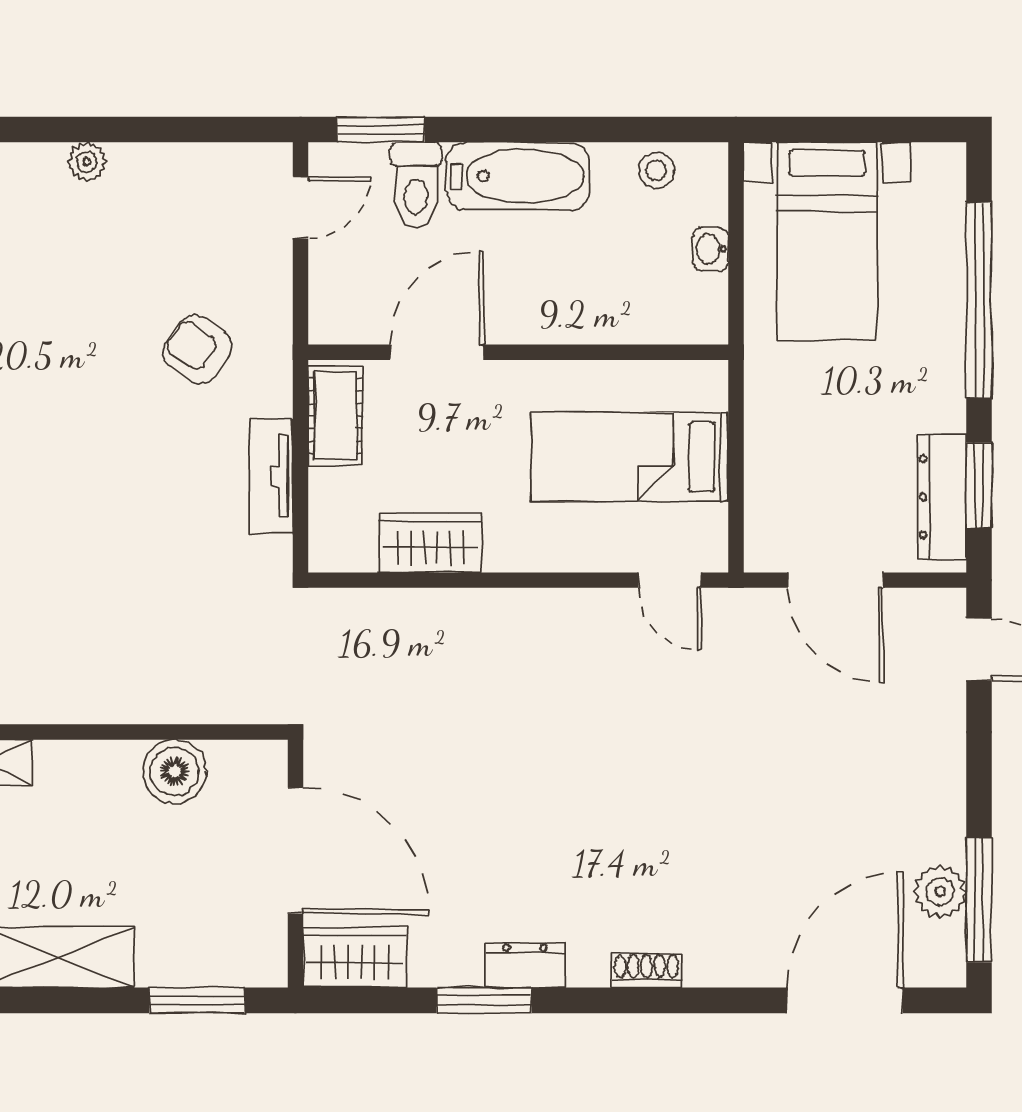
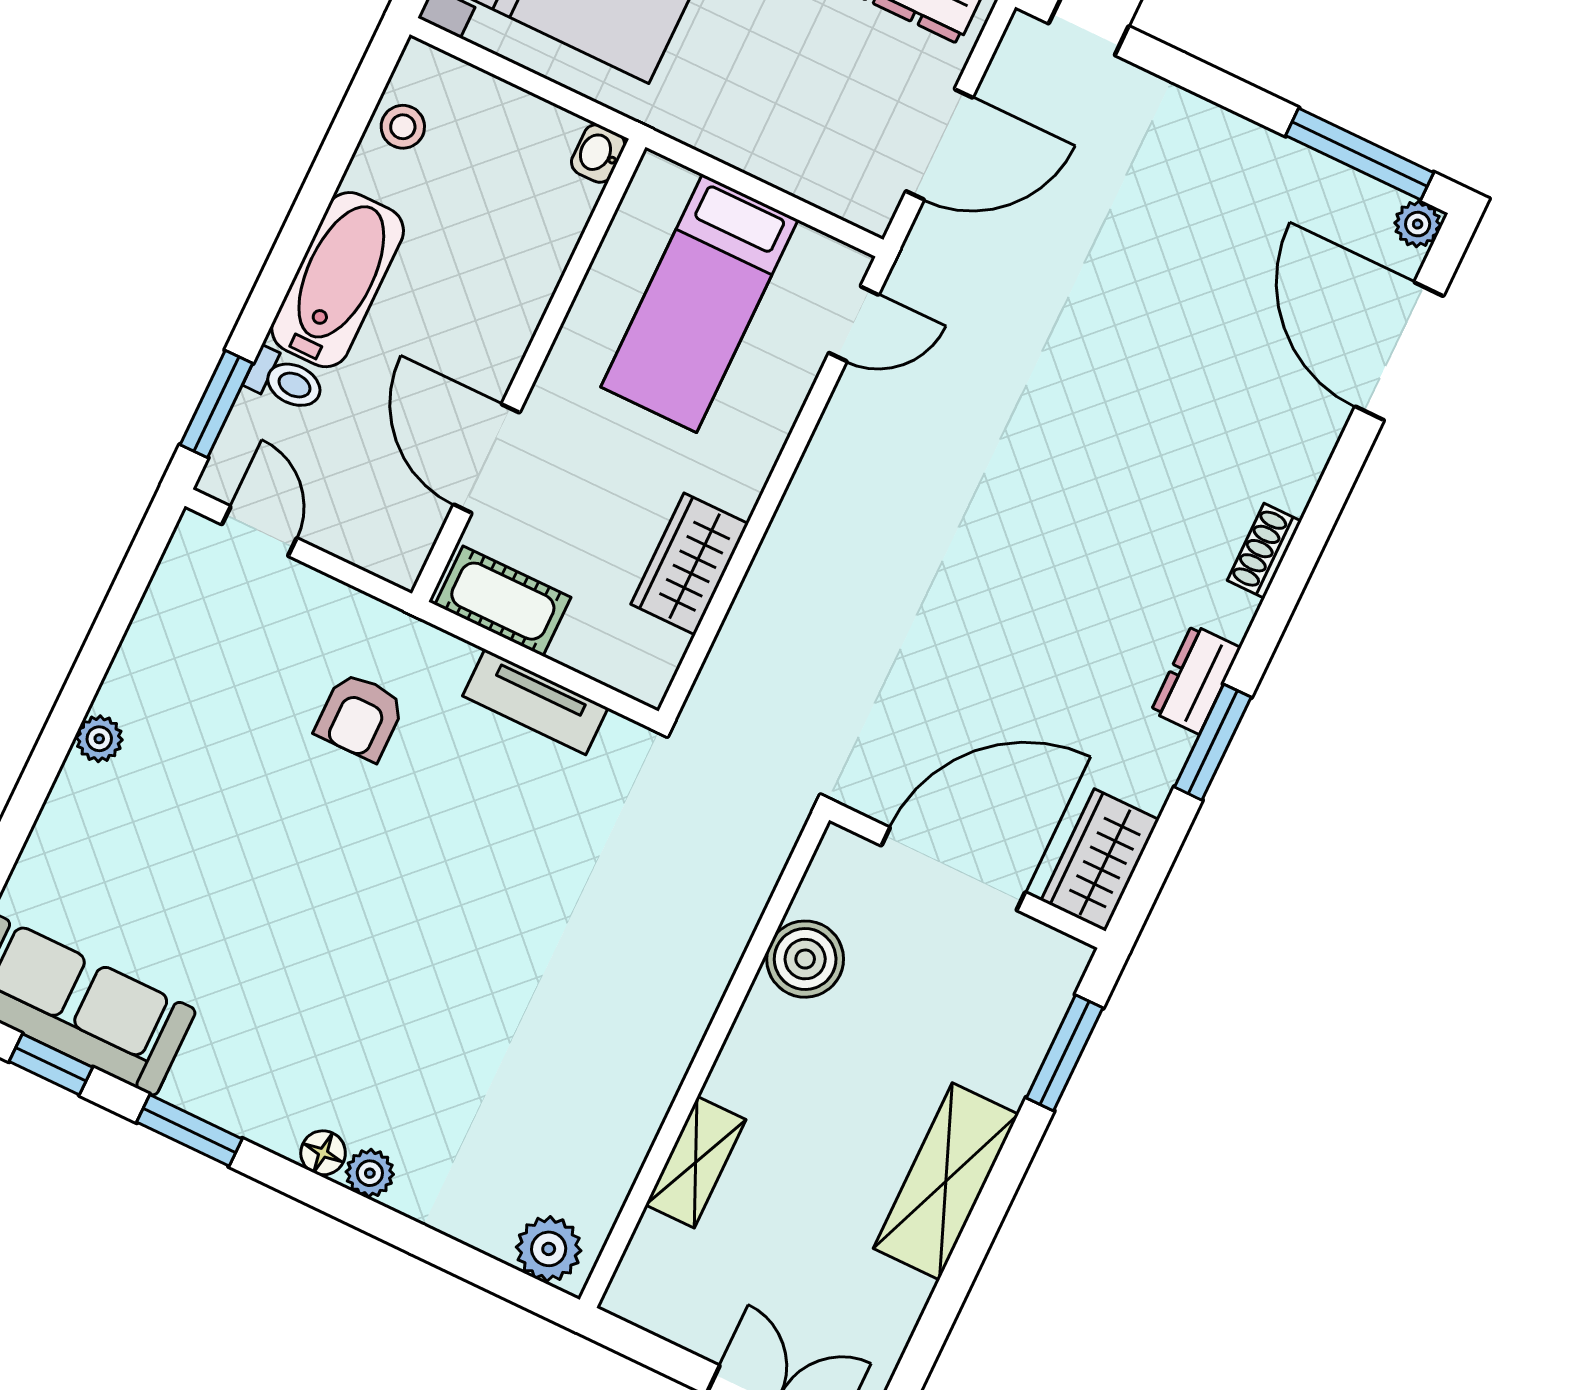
toilet: (416, 185) -> (285, 381), width x0.73, depth x0.72
washbasin: (710, 249) -> (598, 153), moved, turned 90
armchair: (197, 350) -> (360, 716), turned -36
plant: (940, 892) -> (1418, 224), moved, width x0.73, depth x0.73

